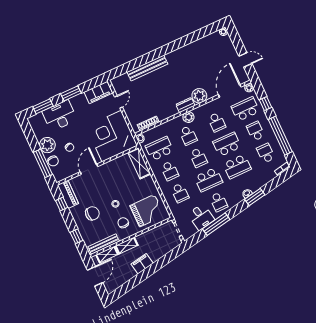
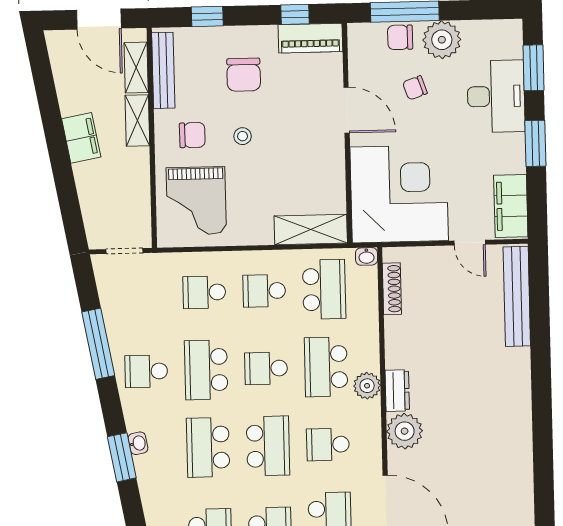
bench: (147, 68) -> (517, 296), moved
school desk: (188, 135) -> (326, 367), width x1.85
desk: (201, 217) -> (129, 317), removed

